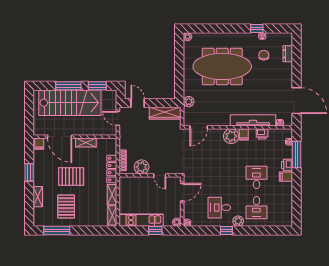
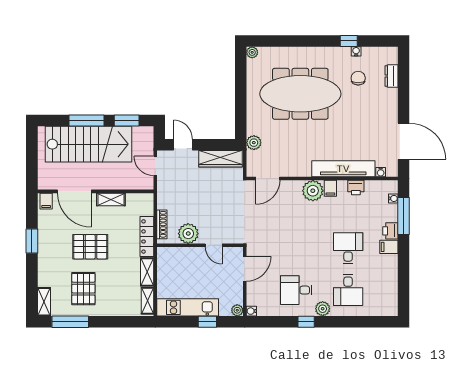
shelving: (38, 197) -> (44, 302), moved

